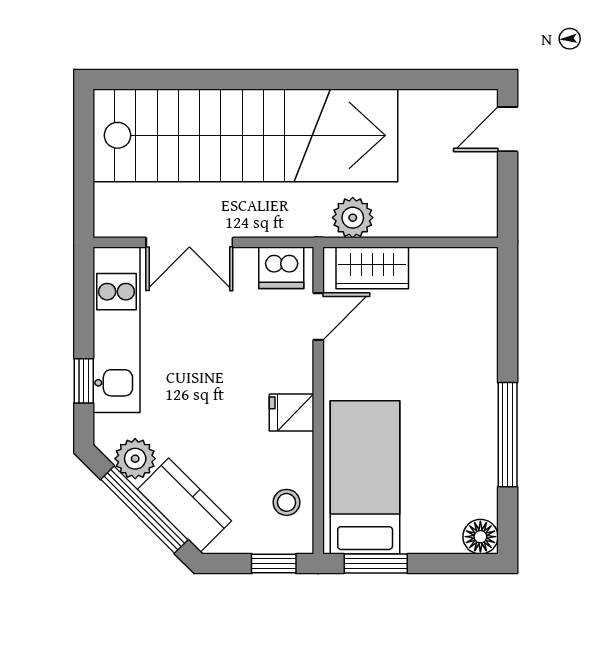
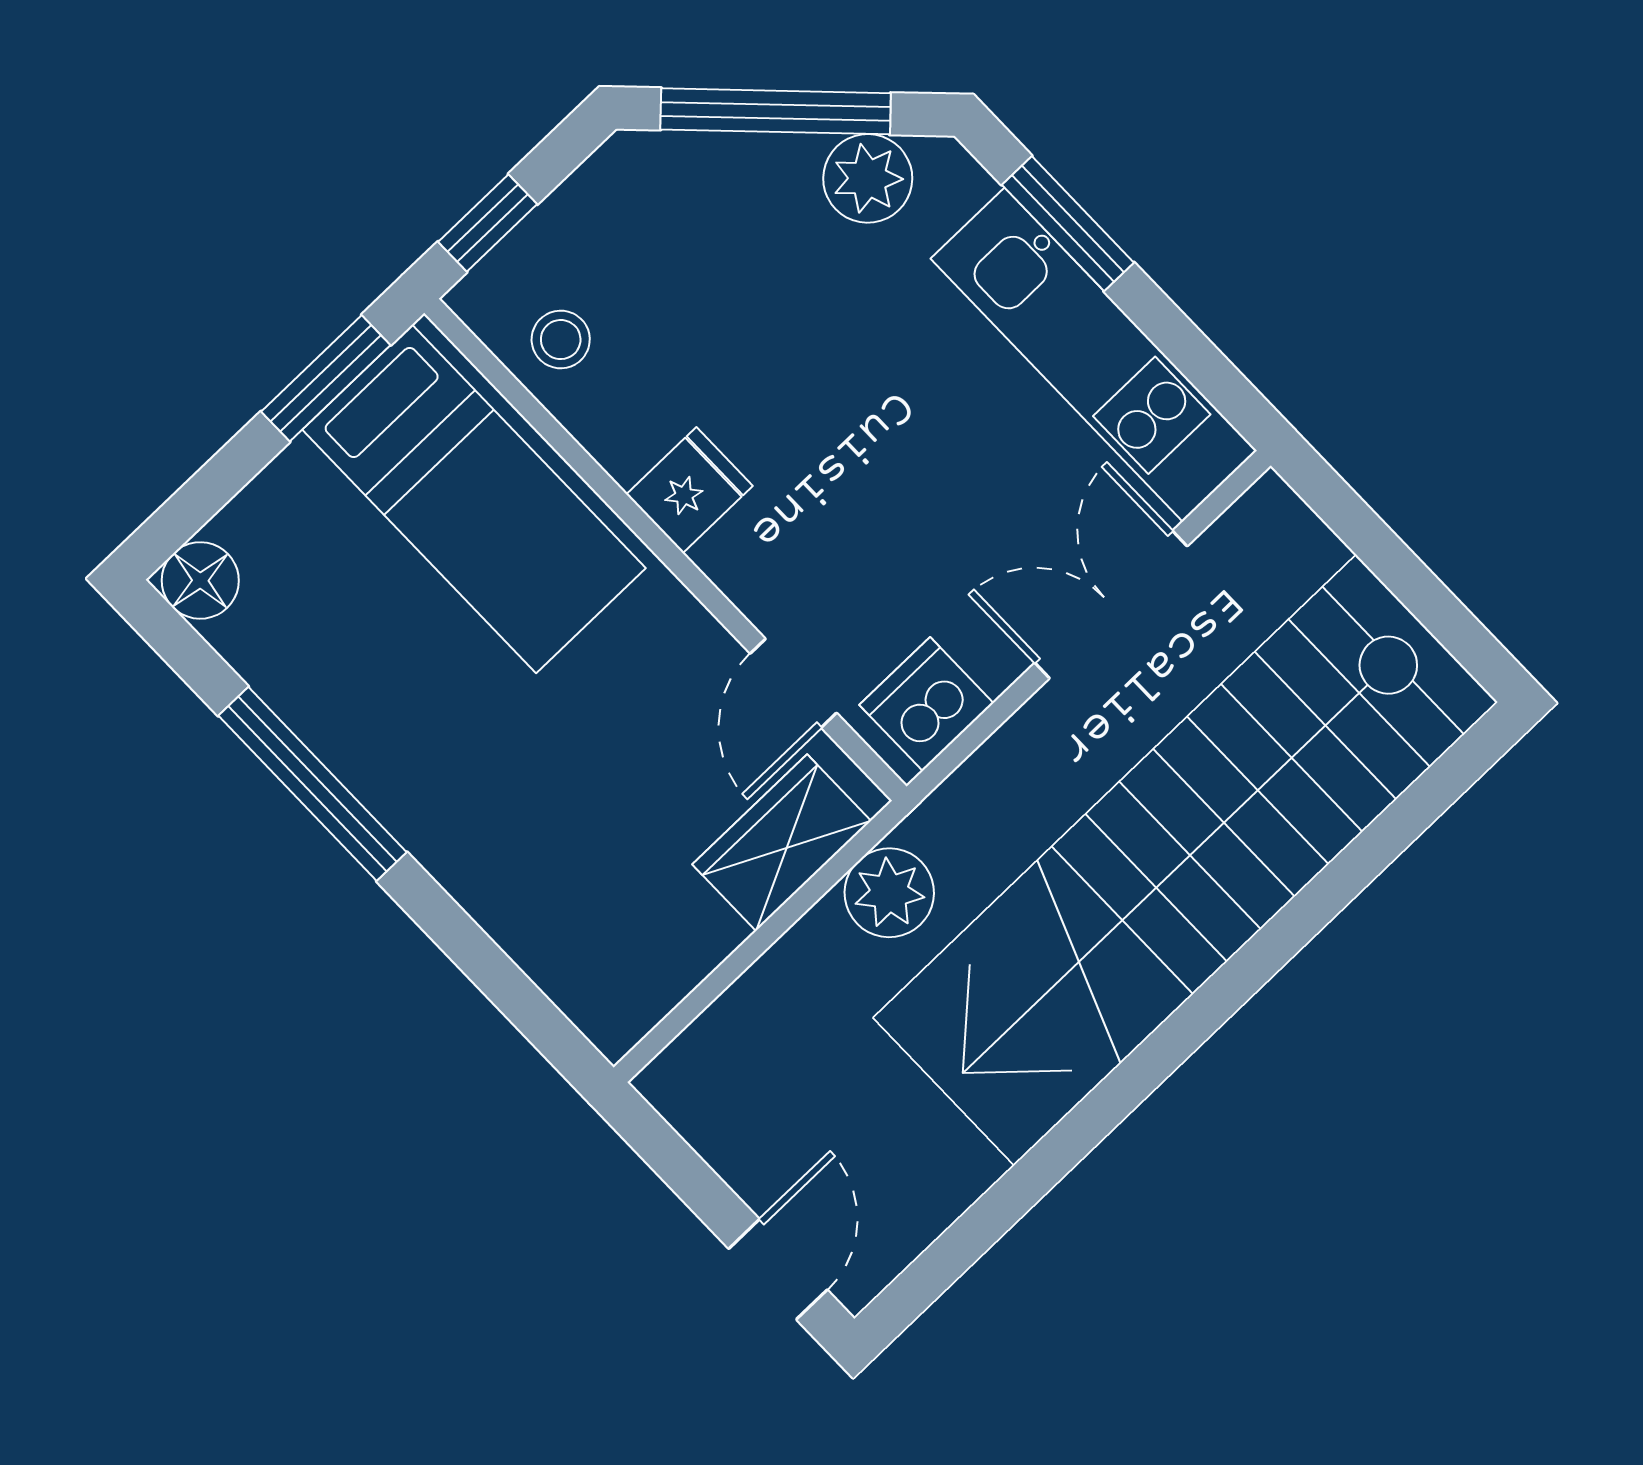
window: (84, 381) -> (1068, 224), width x1.50
kitchen counter: (184, 505) -> (719, 180), removed

